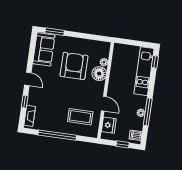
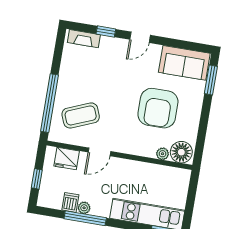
armchair: (74, 66) -> (158, 108), turned 90
floor lamp: (99, 74) -> (181, 152), moved
coffee table: (80, 117) -> (81, 115), turned 68
window: (57, 135) -> (50, 103), moved
dishwasher: (136, 135) -> (70, 202), moved

